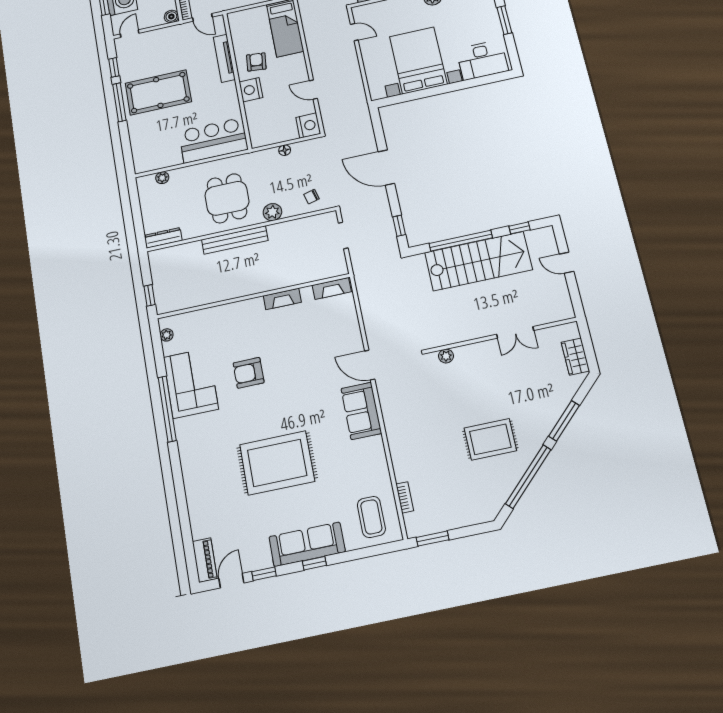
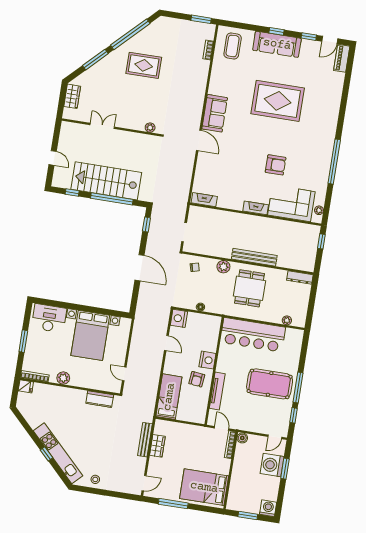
bar counter: (213, 140) -> (253, 335), width x1.36
fireplace: (282, 299) -> (256, 208), moved
corner sofa: (191, 383) -> (291, 203), moved, turned 90

